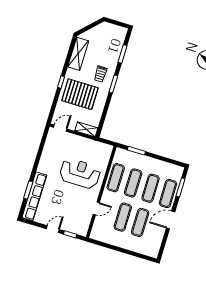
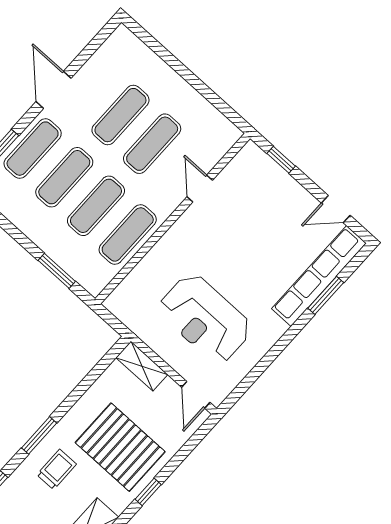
door: (60, 128) -> (196, 395), hinge flipped
reception desk: (80, 173) -> (205, 319), moved
door: (96, 208) -> (200, 188), hinge flipped
door: (171, 220) -> (54, 90), swing flipped
door: (53, 229) -> (336, 209), moved

